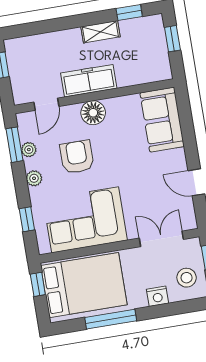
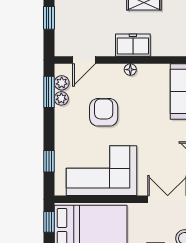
freezer: (89, 81) -> (133, 45), width x0.71
floor lamp: (93, 113) -> (130, 70), width x0.53, depth x0.53
plant: (34, 178) -> (62, 83), moved

